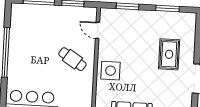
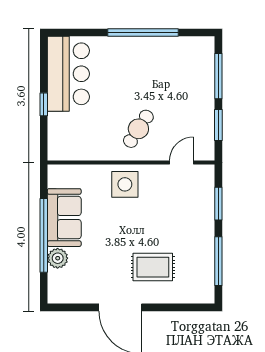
window: (167, 9) -> (218, 261), width x1.44

